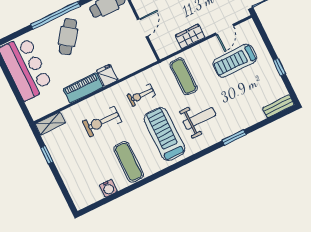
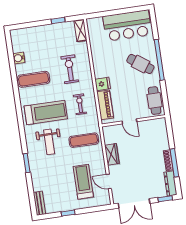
piano: (83, 88) -> (105, 105), moved

